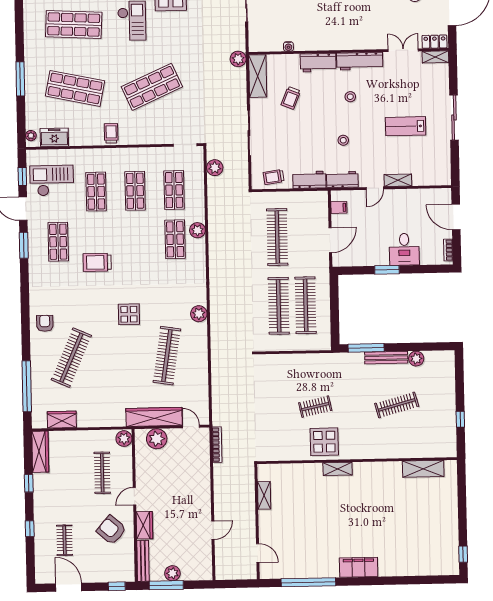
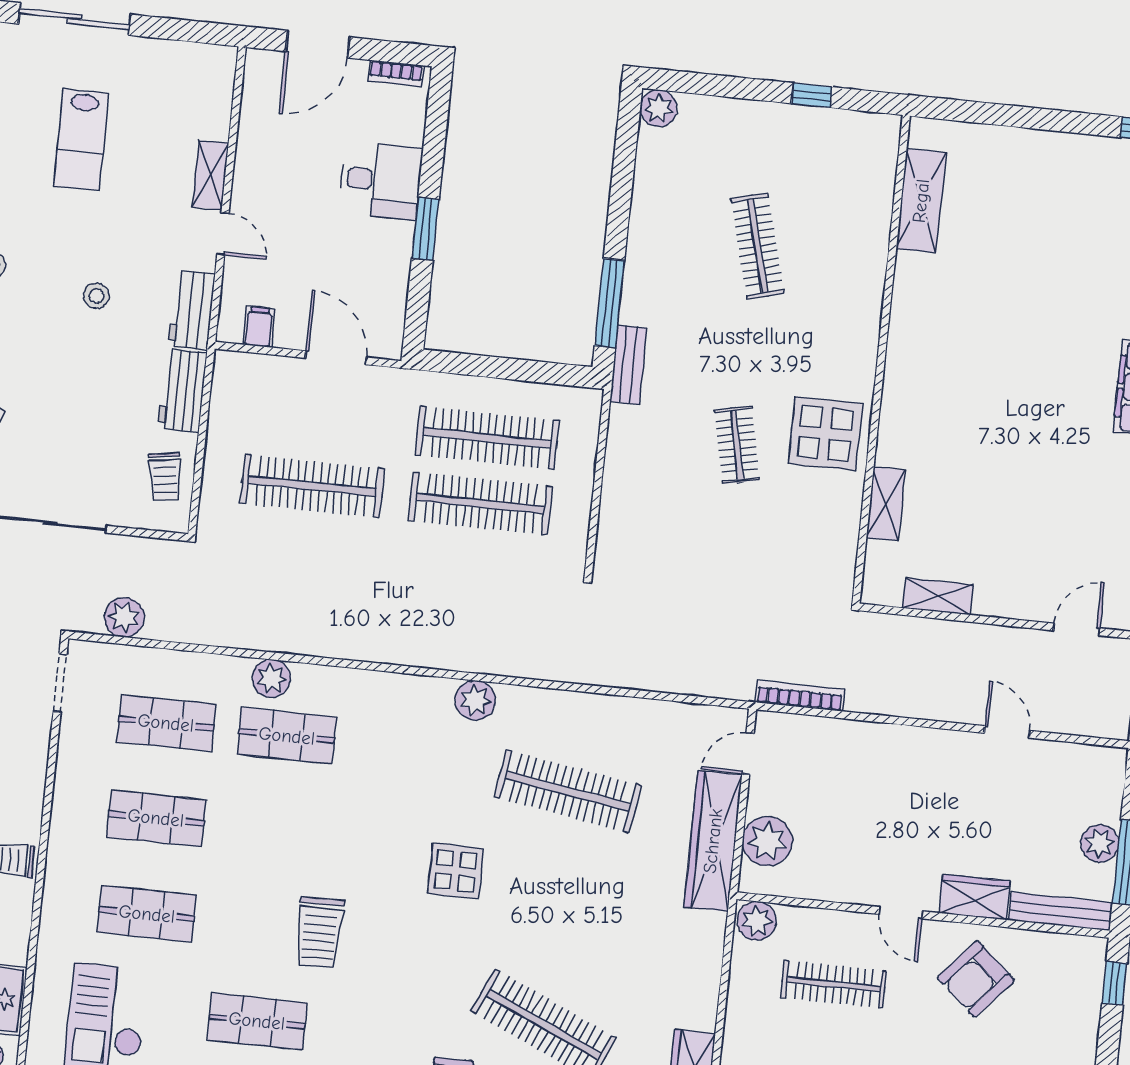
bench: (386, 358) -> (628, 365), moved, width x0.73
plant: (416, 359) -> (659, 108), moved
shelving: (338, 469) -> (886, 504), moved

